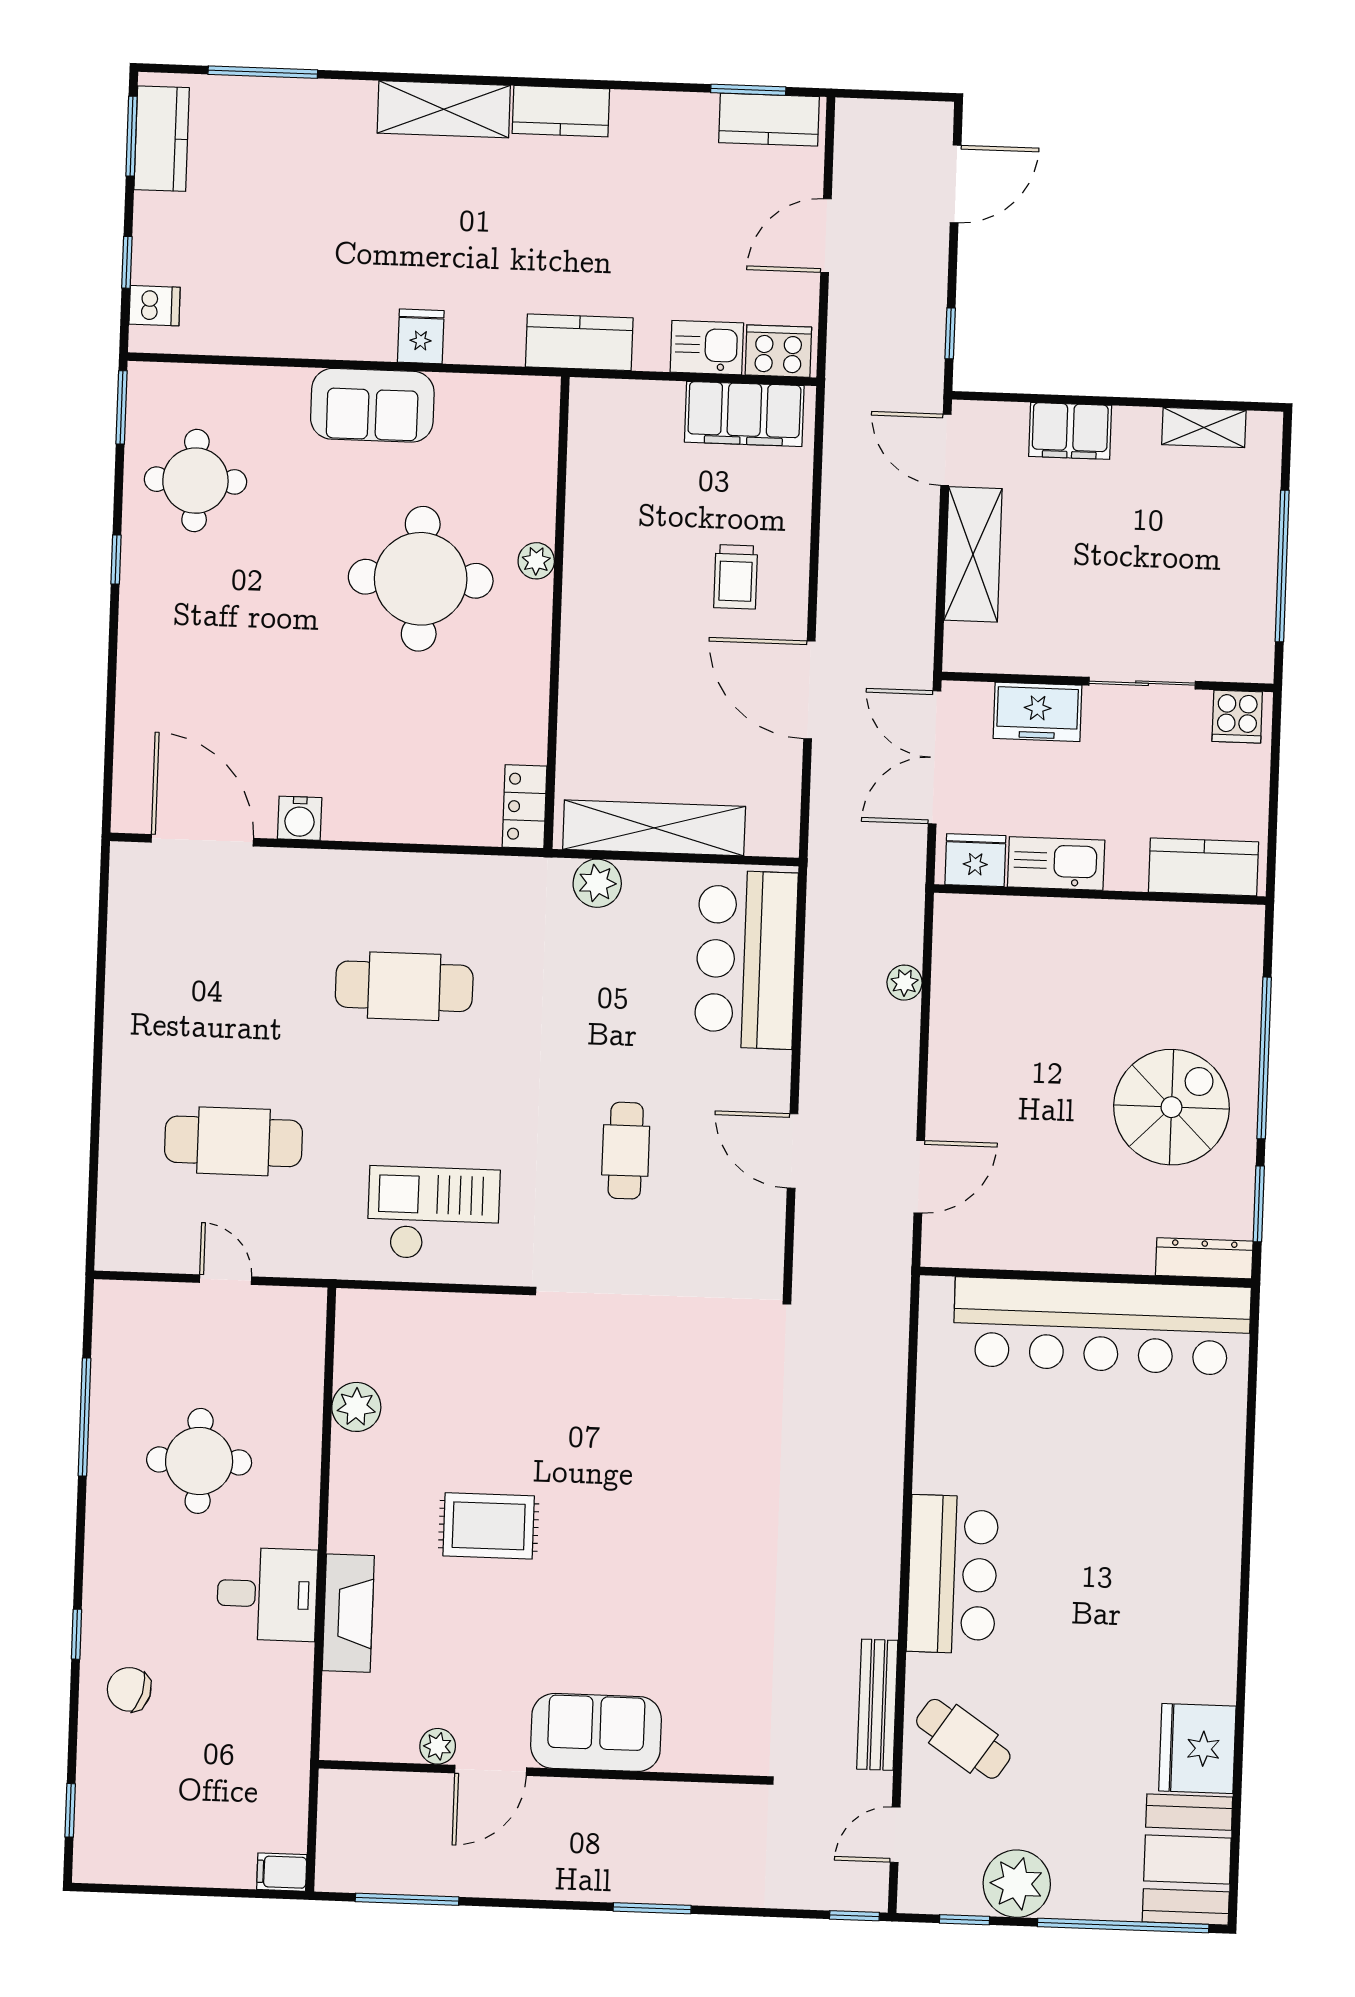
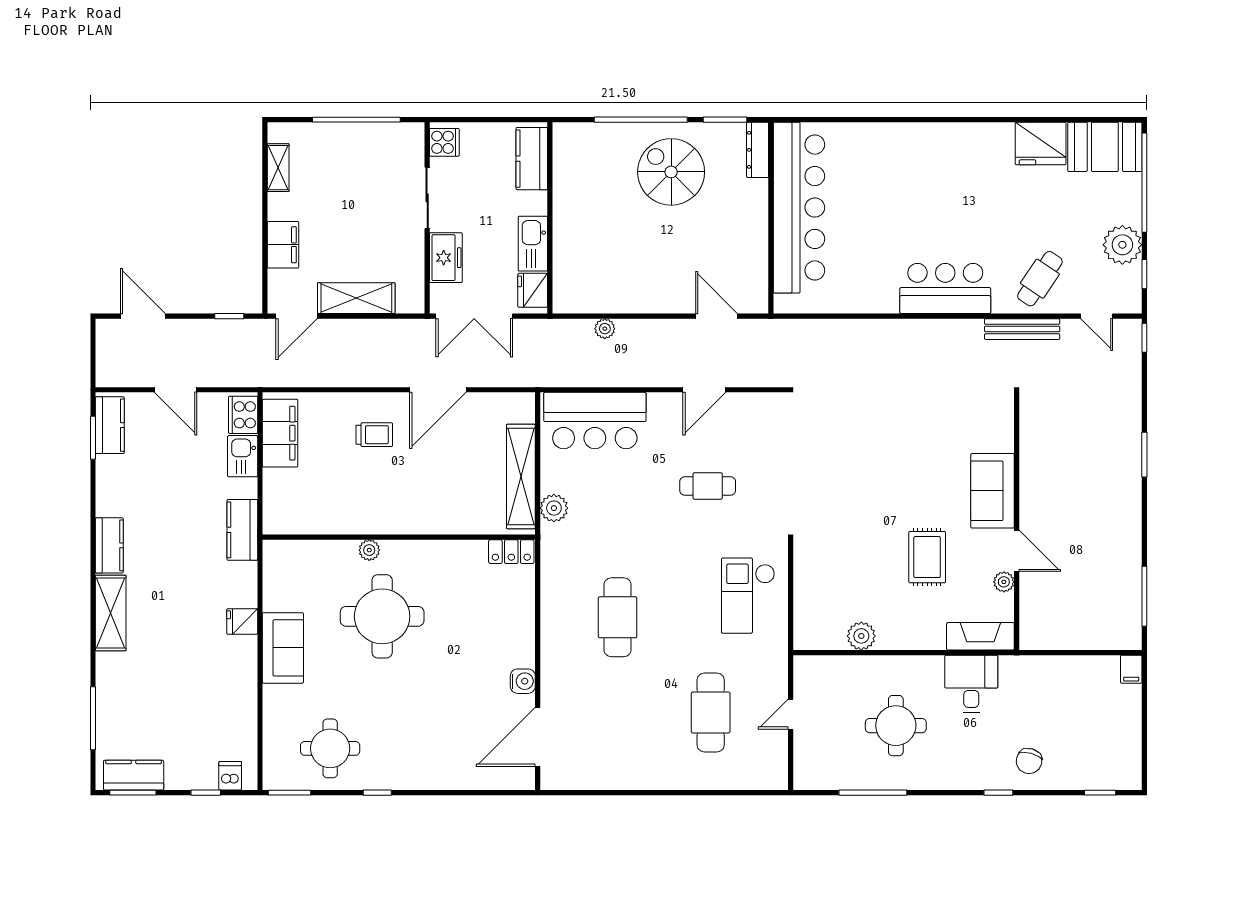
sofa: (596, 1732) -> (992, 491), moved
plant: (438, 1746) -> (1004, 582), moved
door: (491, 1770) -> (1017, 551), moved
wall: (542, 1772) -> (1017, 521), moved

